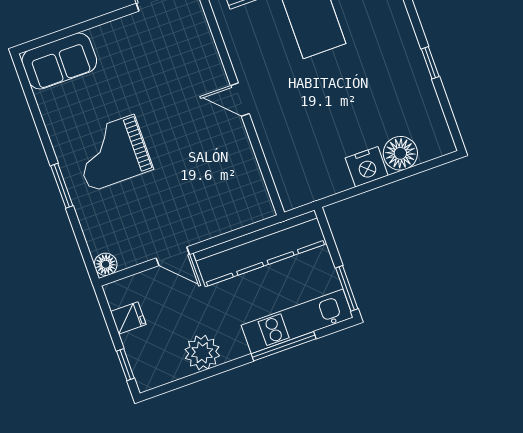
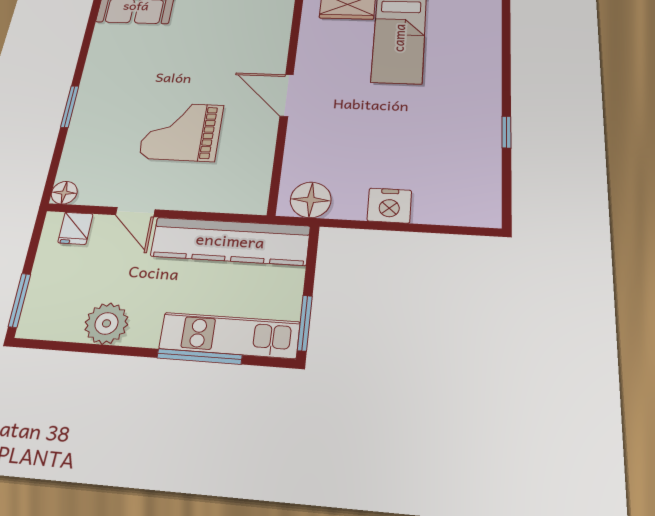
door: (240, 100) -> (287, 95), width x1.38
grand piano: (112, 153) -> (181, 132), moved
floor lamp: (400, 153) -> (311, 200), moved
fridge: (128, 318) -> (75, 228), moved, turned 90
window: (125, 365) -> (19, 300), width x1.50

